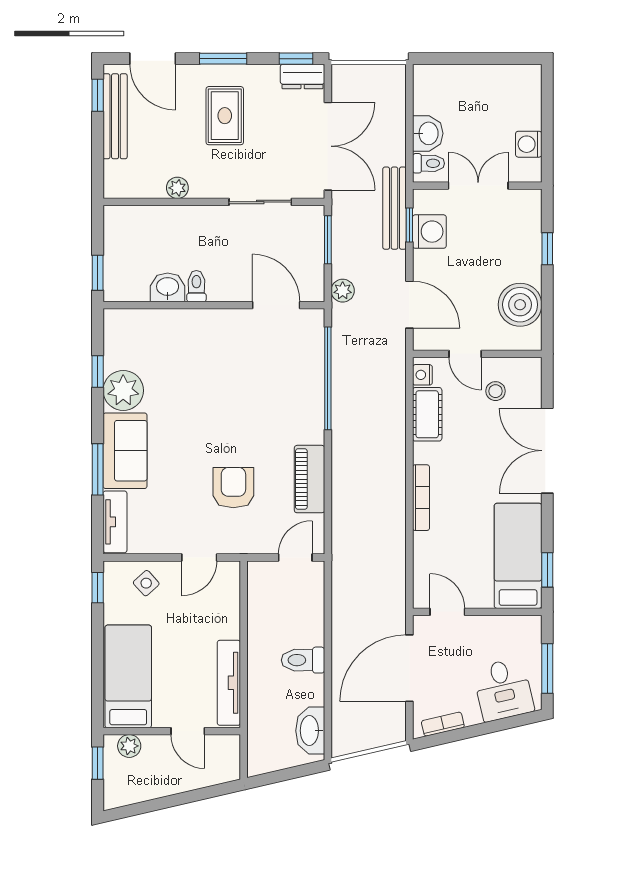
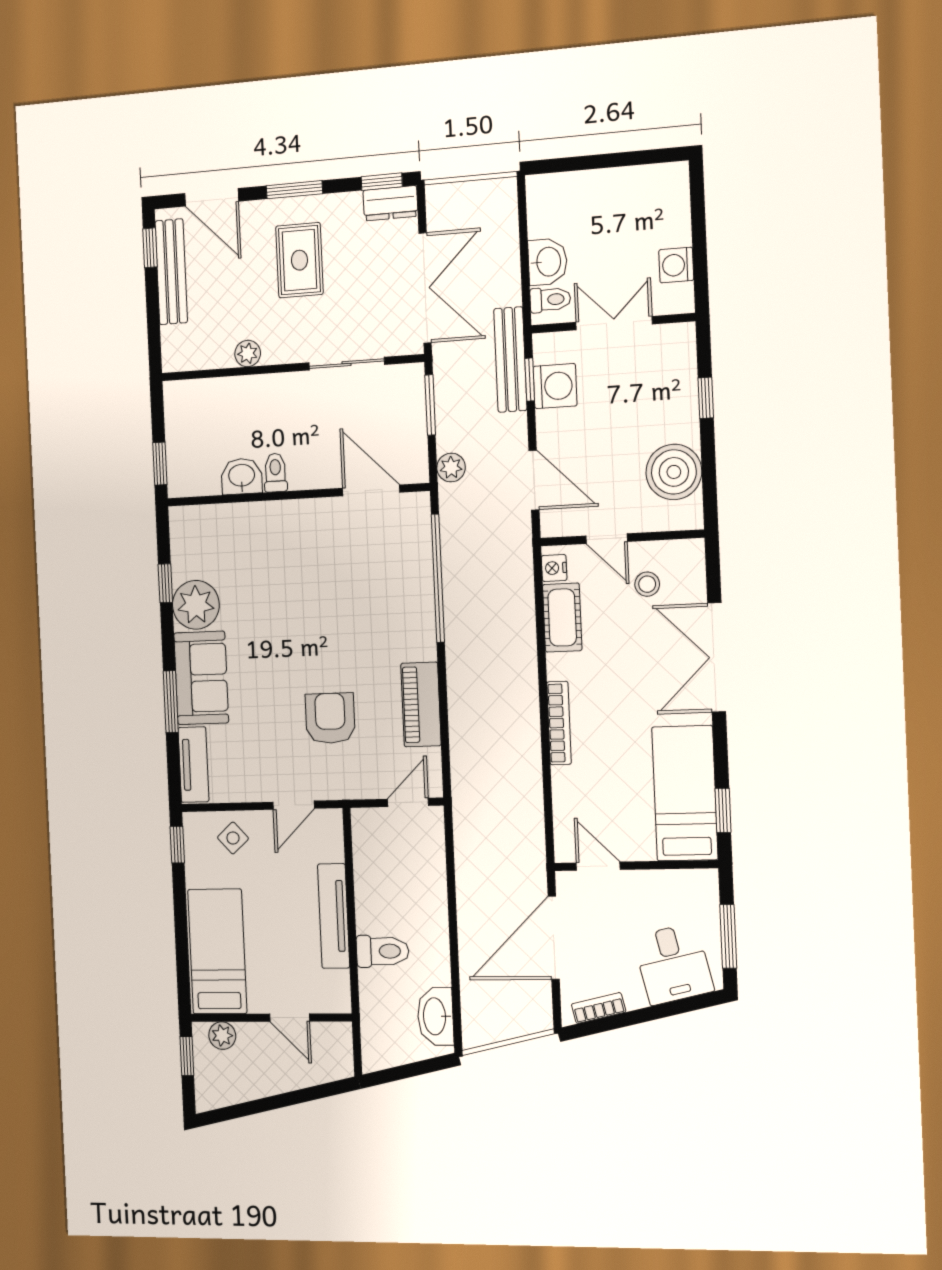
toilet: (303, 660) -> (383, 951), moved, turned 180
tv unit: (229, 683) -> (334, 916), moved

